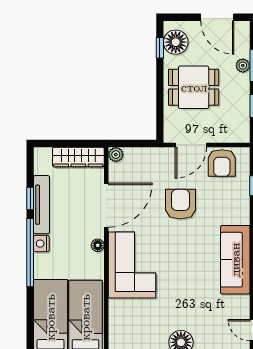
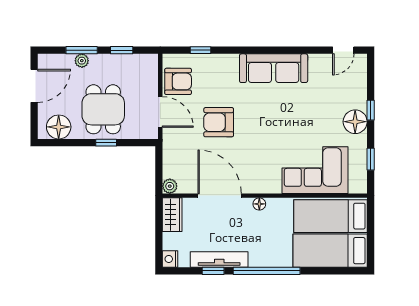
window: (160, 48) -> (106, 143), moved
wardrobe: (78, 157) -> (172, 215), width x0.67
nightstand: (41, 244) -> (170, 259), moved, turned 90
corner sofa: (132, 265) -> (315, 170), moved

